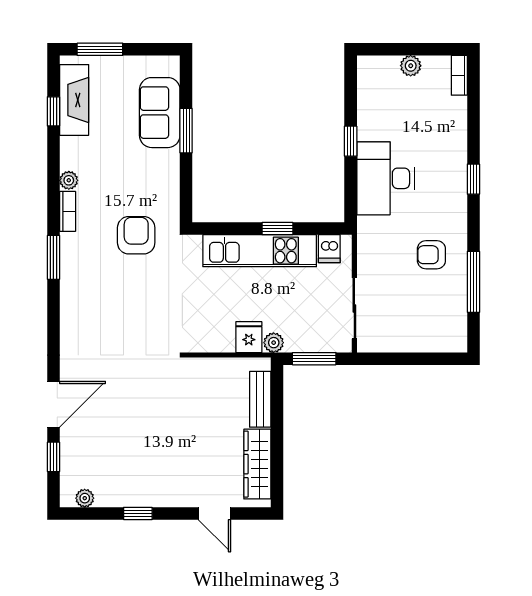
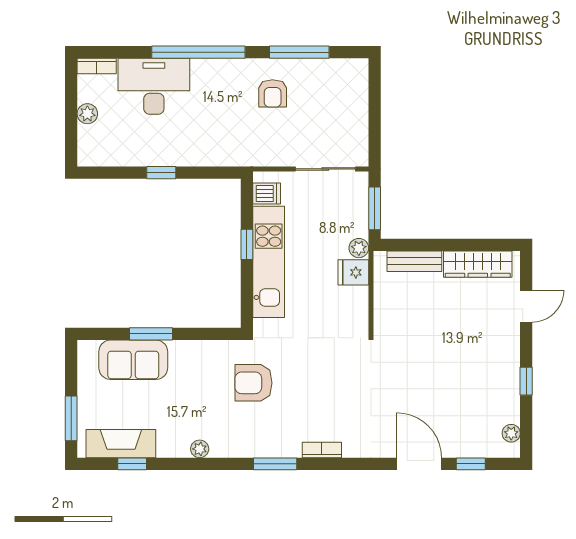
desk: (385, 178) -> (154, 86), moved, turned 180
window: (473, 179) -> (198, 52), width x3.17
bookcase: (68, 211) -> (322, 450), moved

